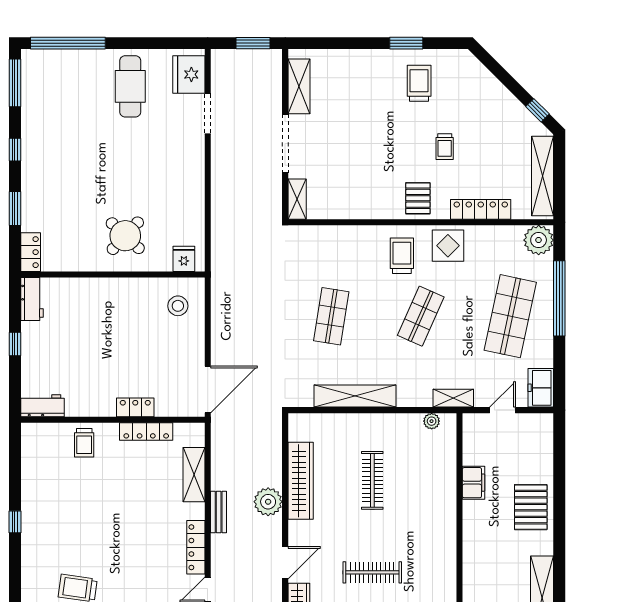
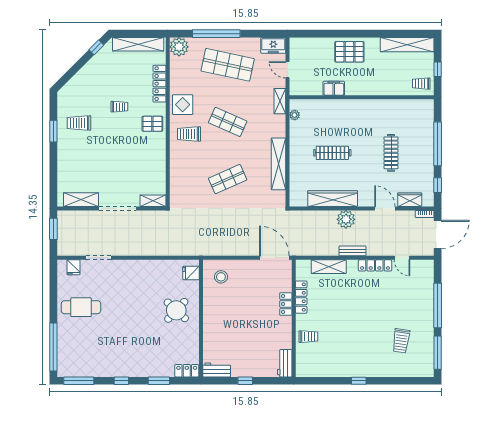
fridge: (189, 74) -> (73, 267), width x0.53, depth x0.75
shop shelf: (331, 316) -> (228, 179), turned -33

